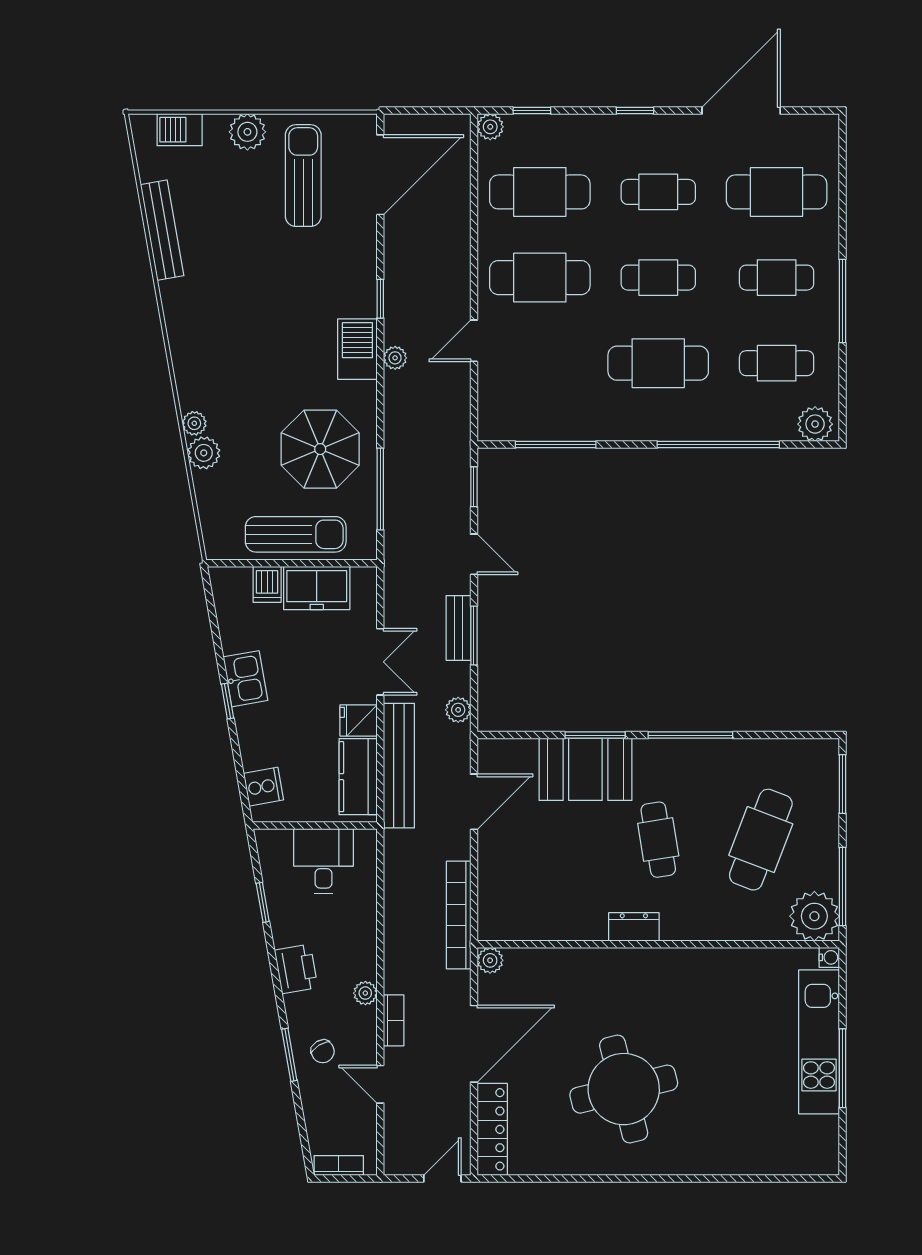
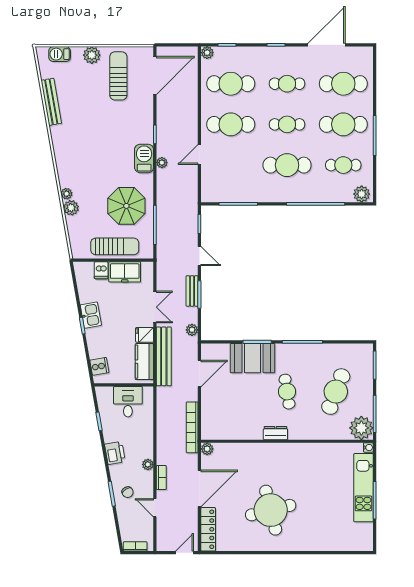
cafe table: (777, 278) -> (343, 124), width x1.37, depth x1.35

